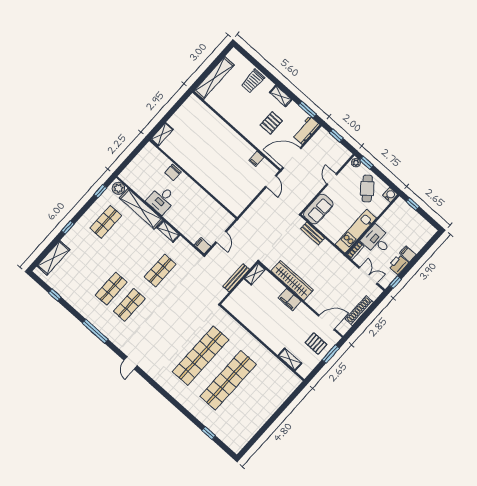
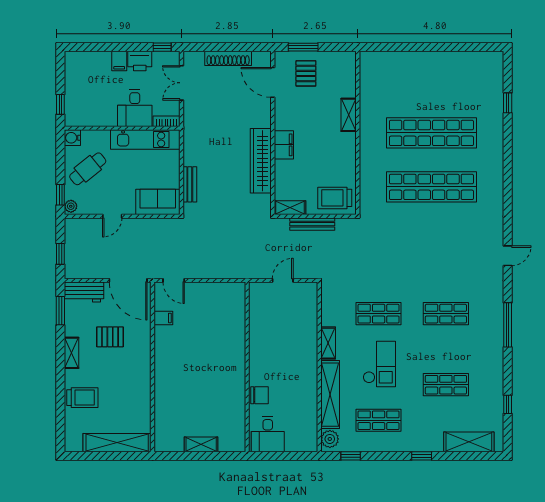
shelving: (162, 134) -> (201, 444), moved
door: (271, 181) -> (174, 280), swing flipped
desk: (162, 200) -> (268, 434), moved, turned 90
filing cabinet: (203, 246) -> (310, 292), removed
checkout: (134, 248) -> (379, 364), added
shop shelf: (111, 289) -> (446, 385), moved
trolley: (239, 301) -> (335, 198), added
shelving: (290, 359) -> (349, 115), moved

